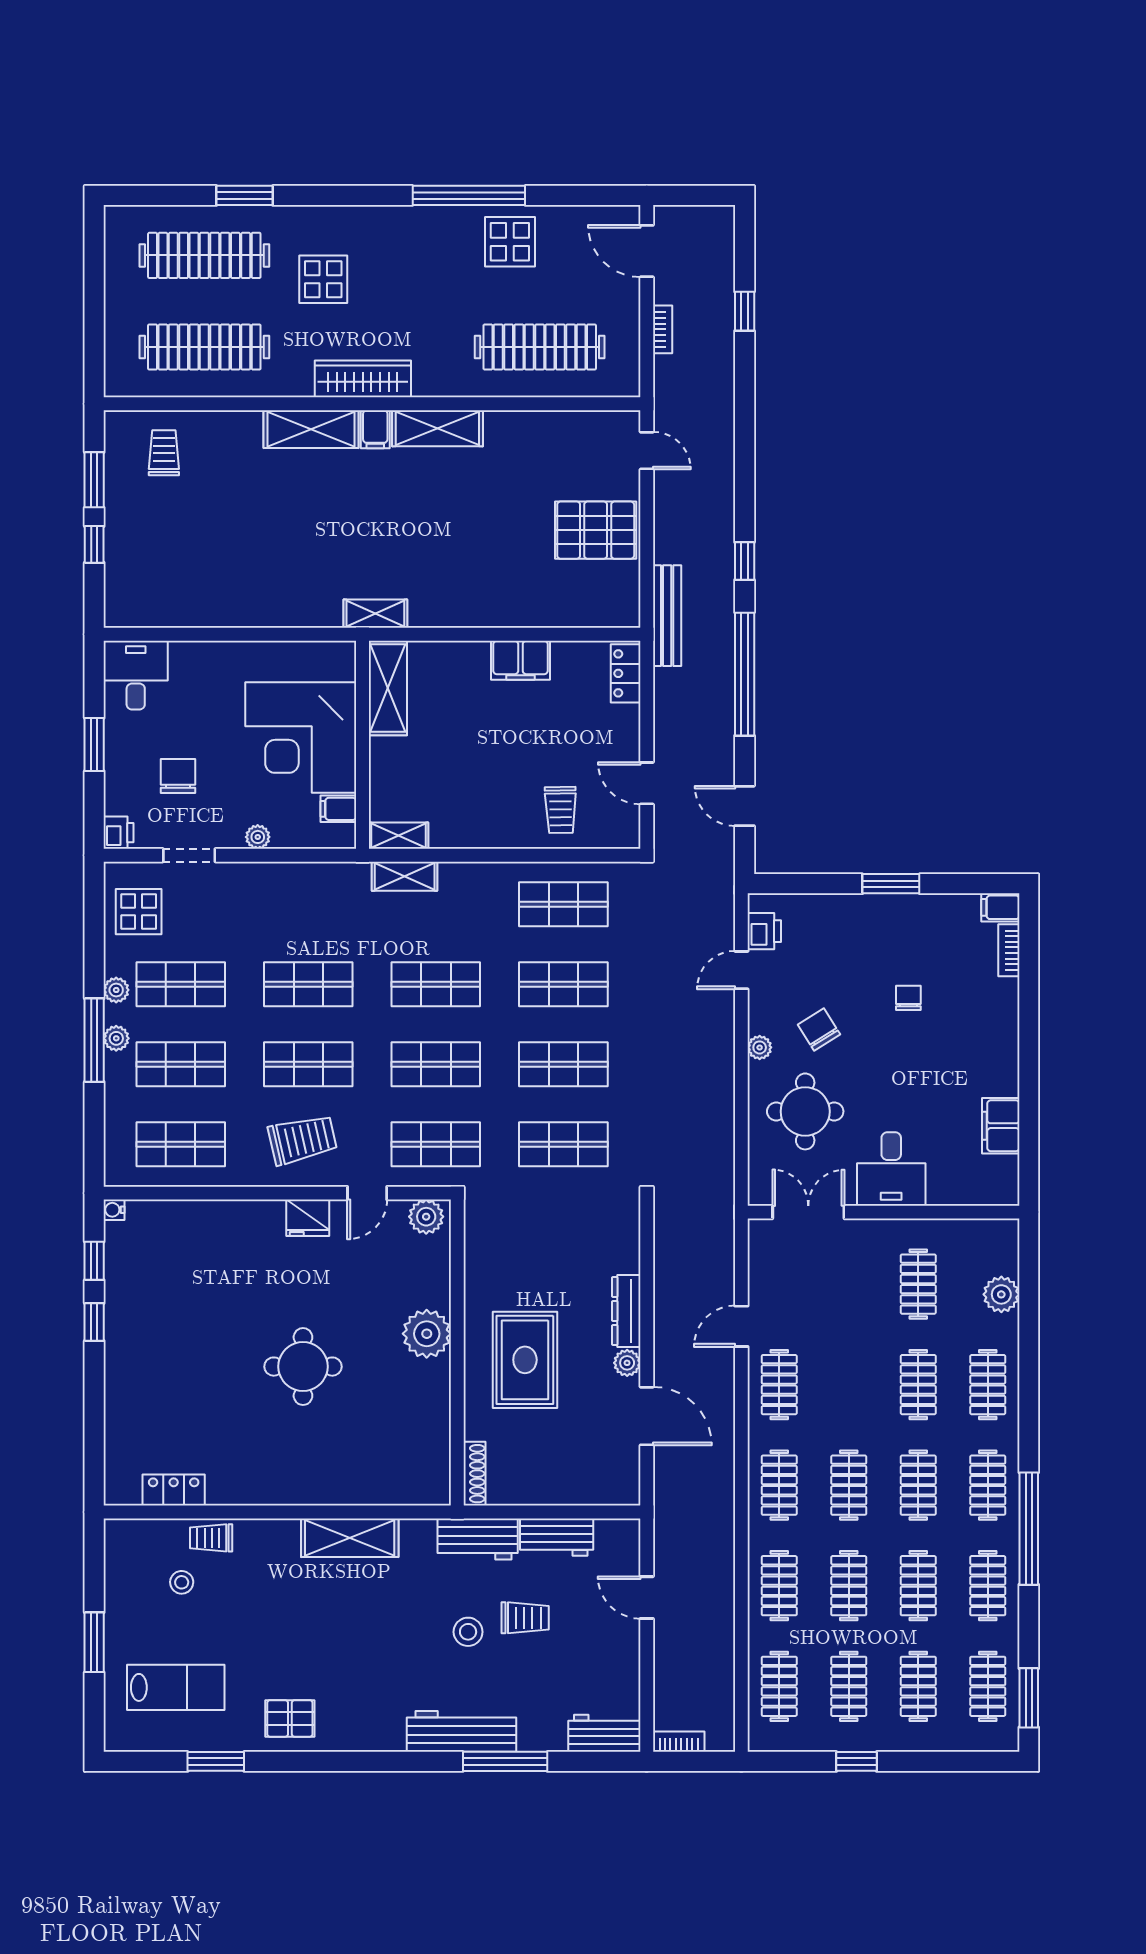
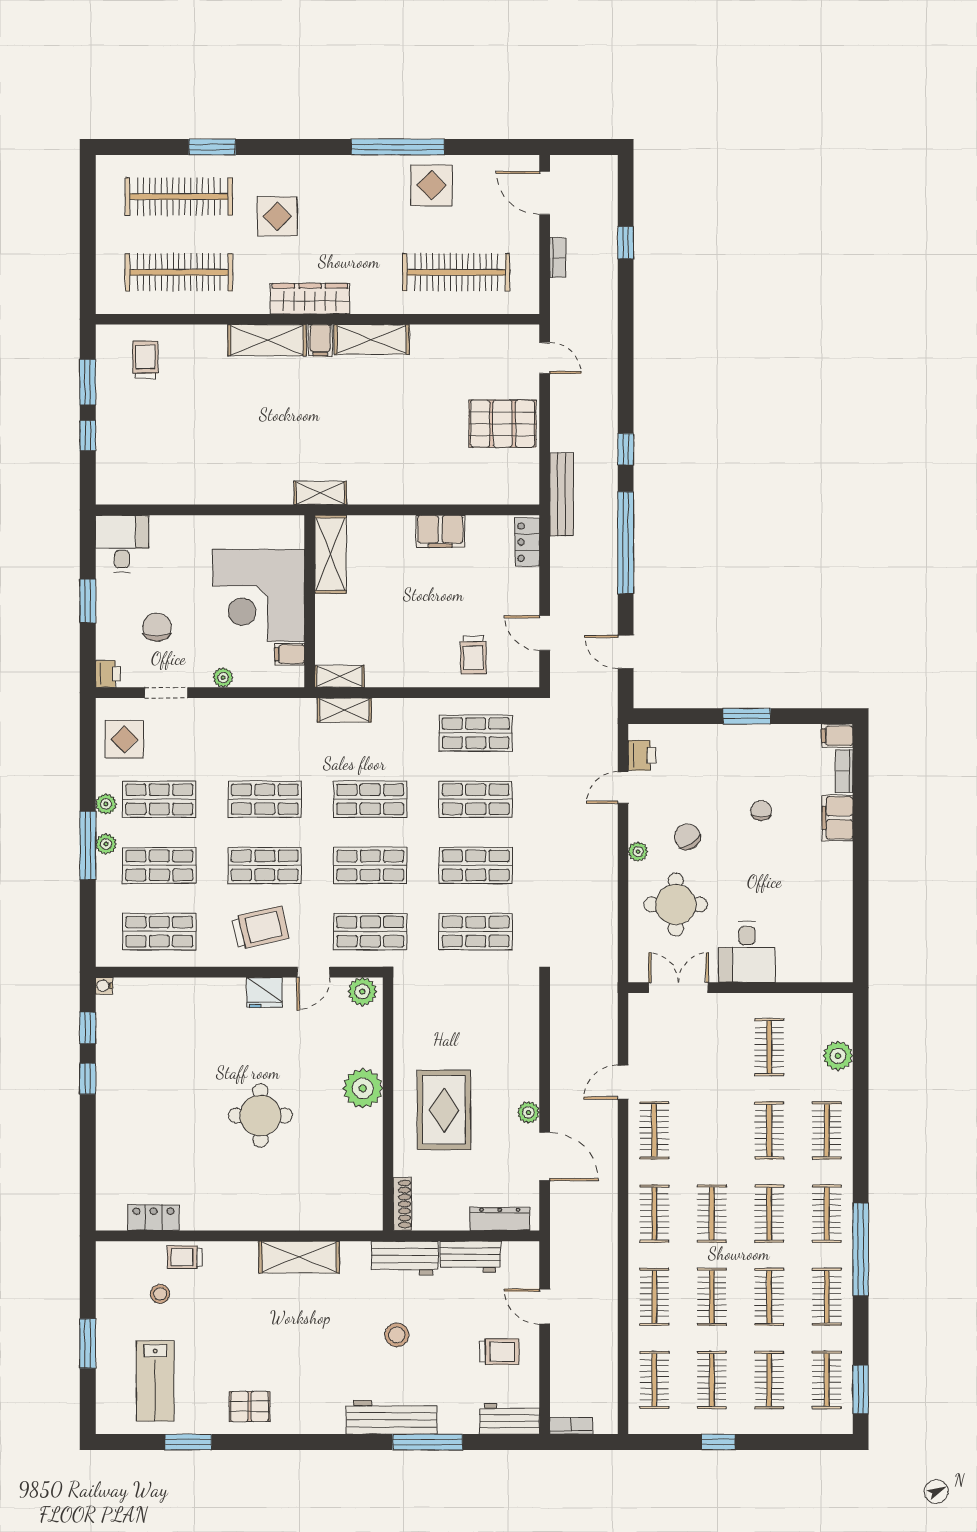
filing cabinet: (1001, 1126) -> (837, 818), moved
dresser: (626, 1311) -> (500, 1219), moved, turned 90
trolley: (525, 1618) -> (499, 1352), moved
lab bench: (176, 1687) -> (155, 1381), turned 90

